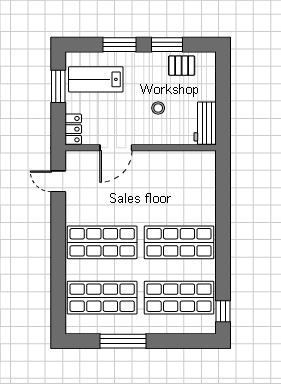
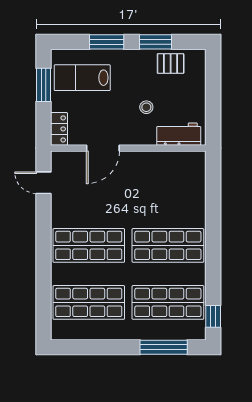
workbench: (205, 123) -> (179, 134), moved, turned 90
window: (123, 341) -> (164, 347), moved

